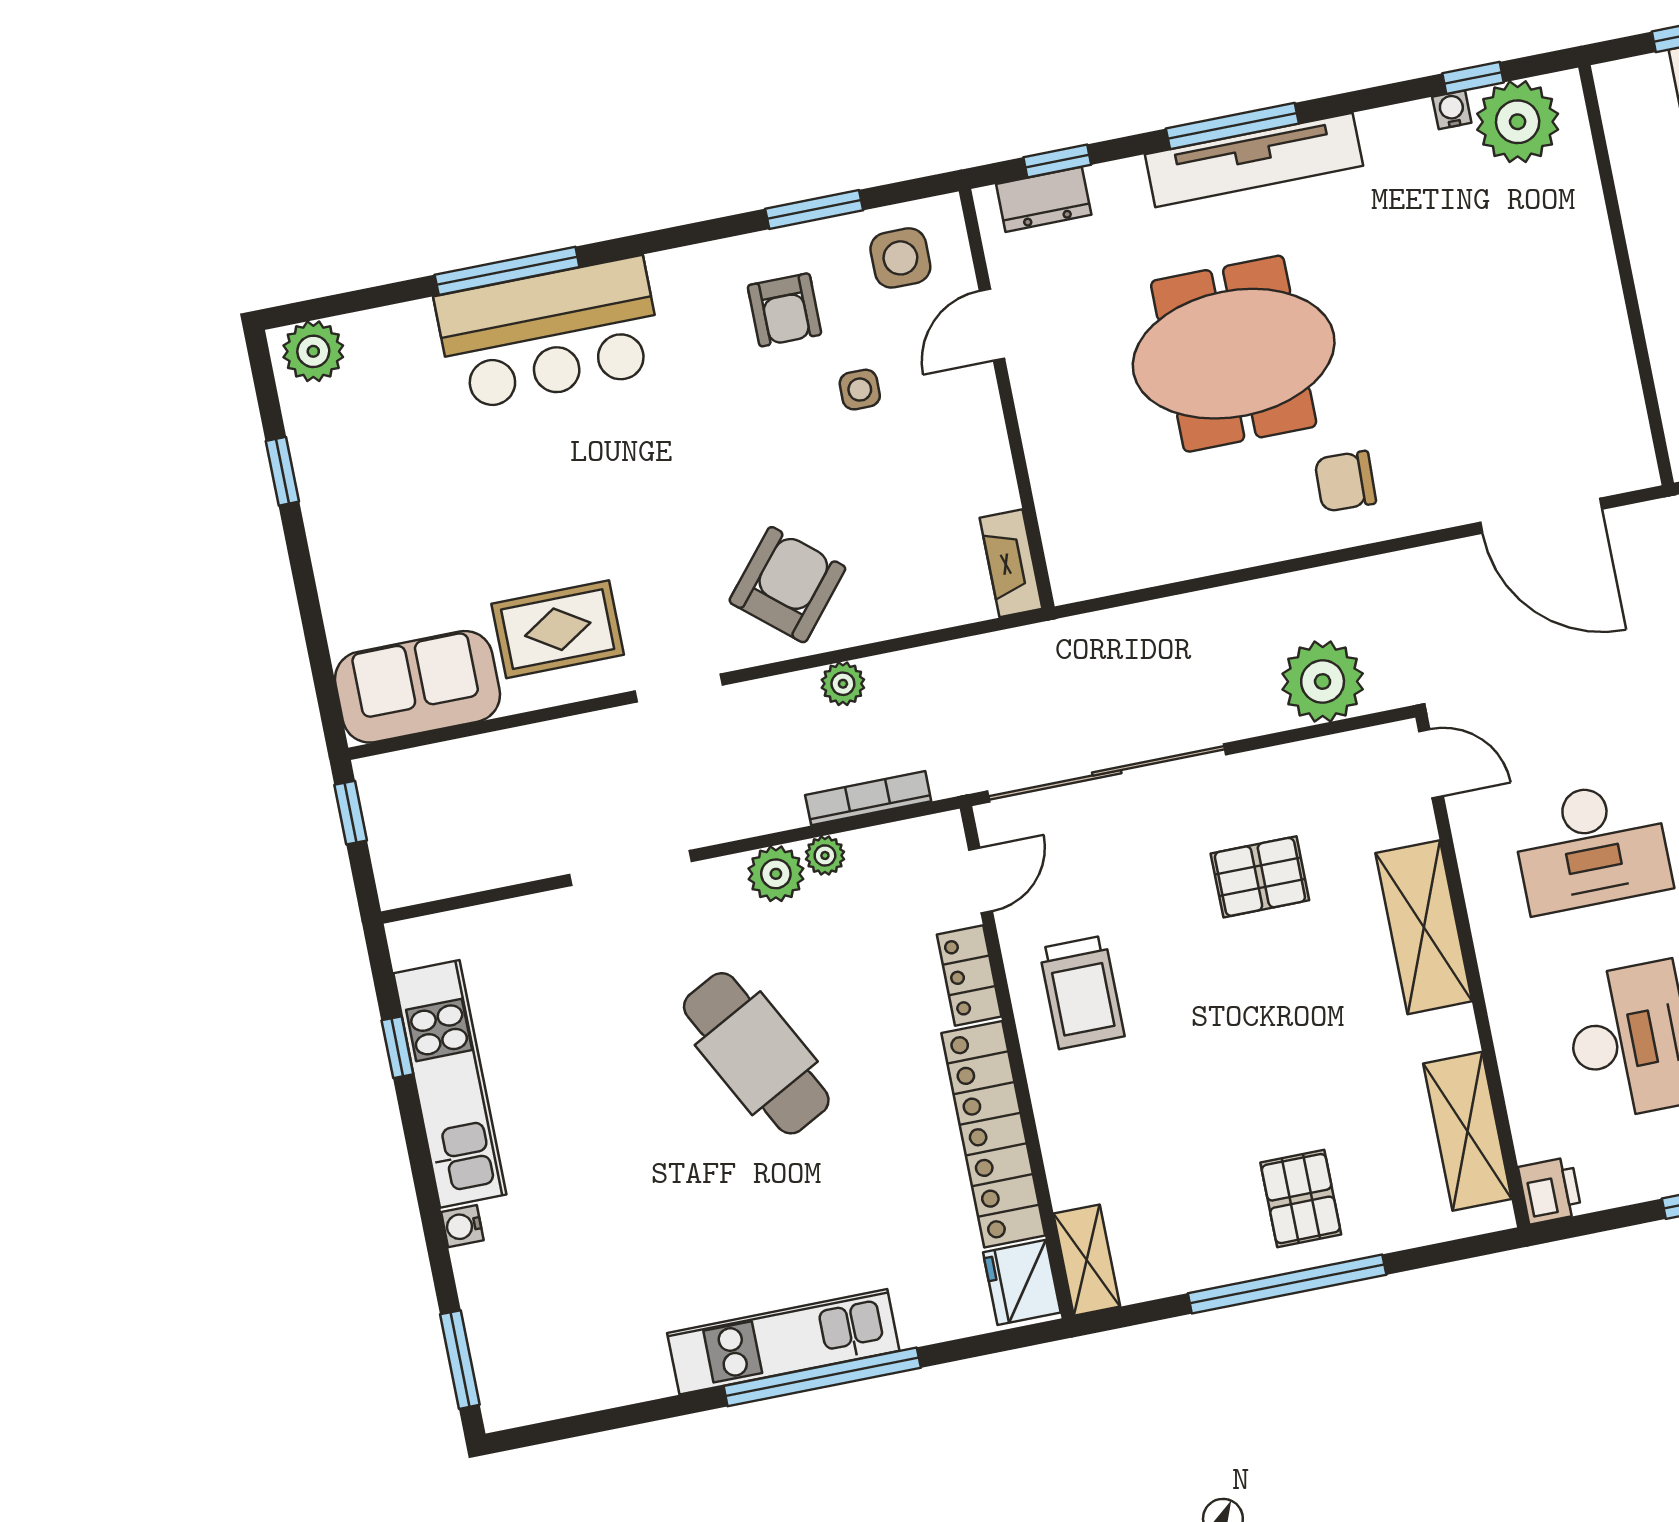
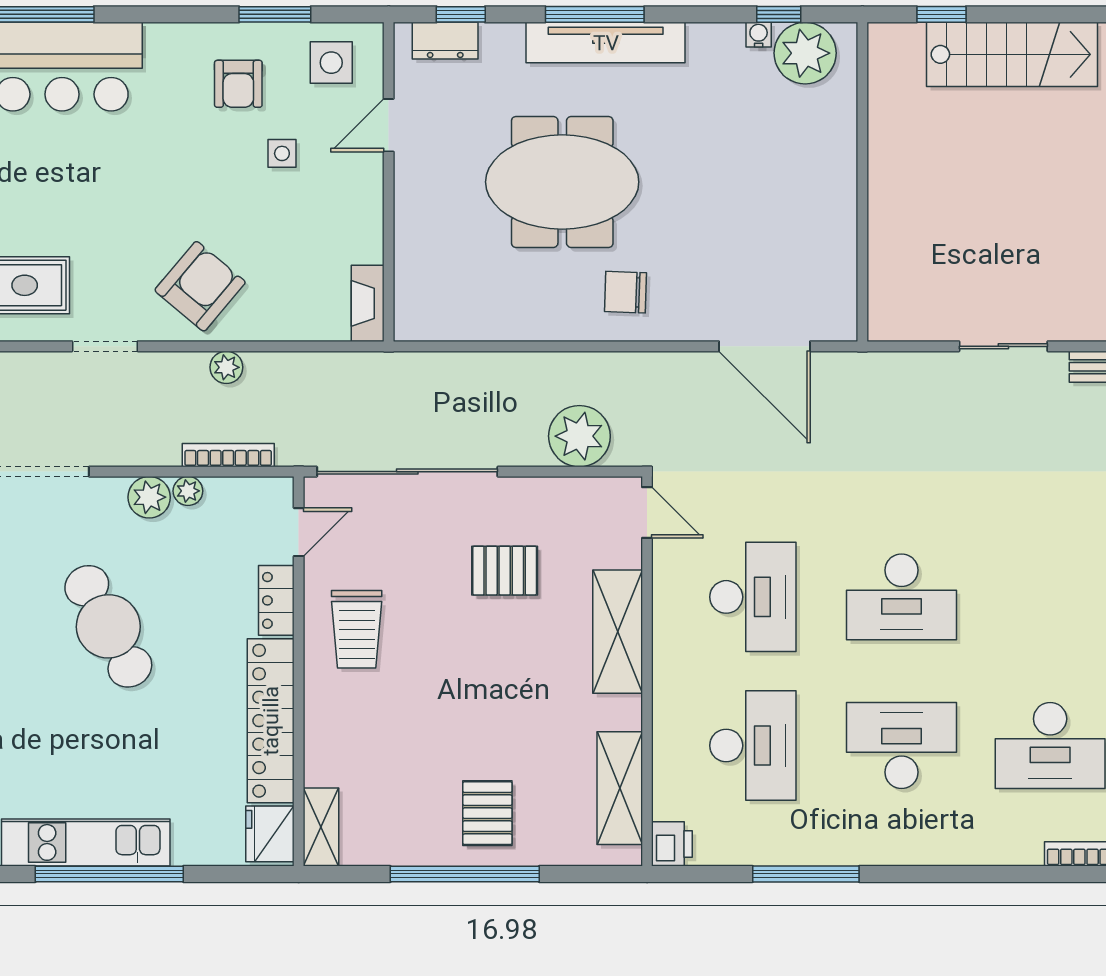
desk: (1591, 846) -> (753, 597), turned -90

